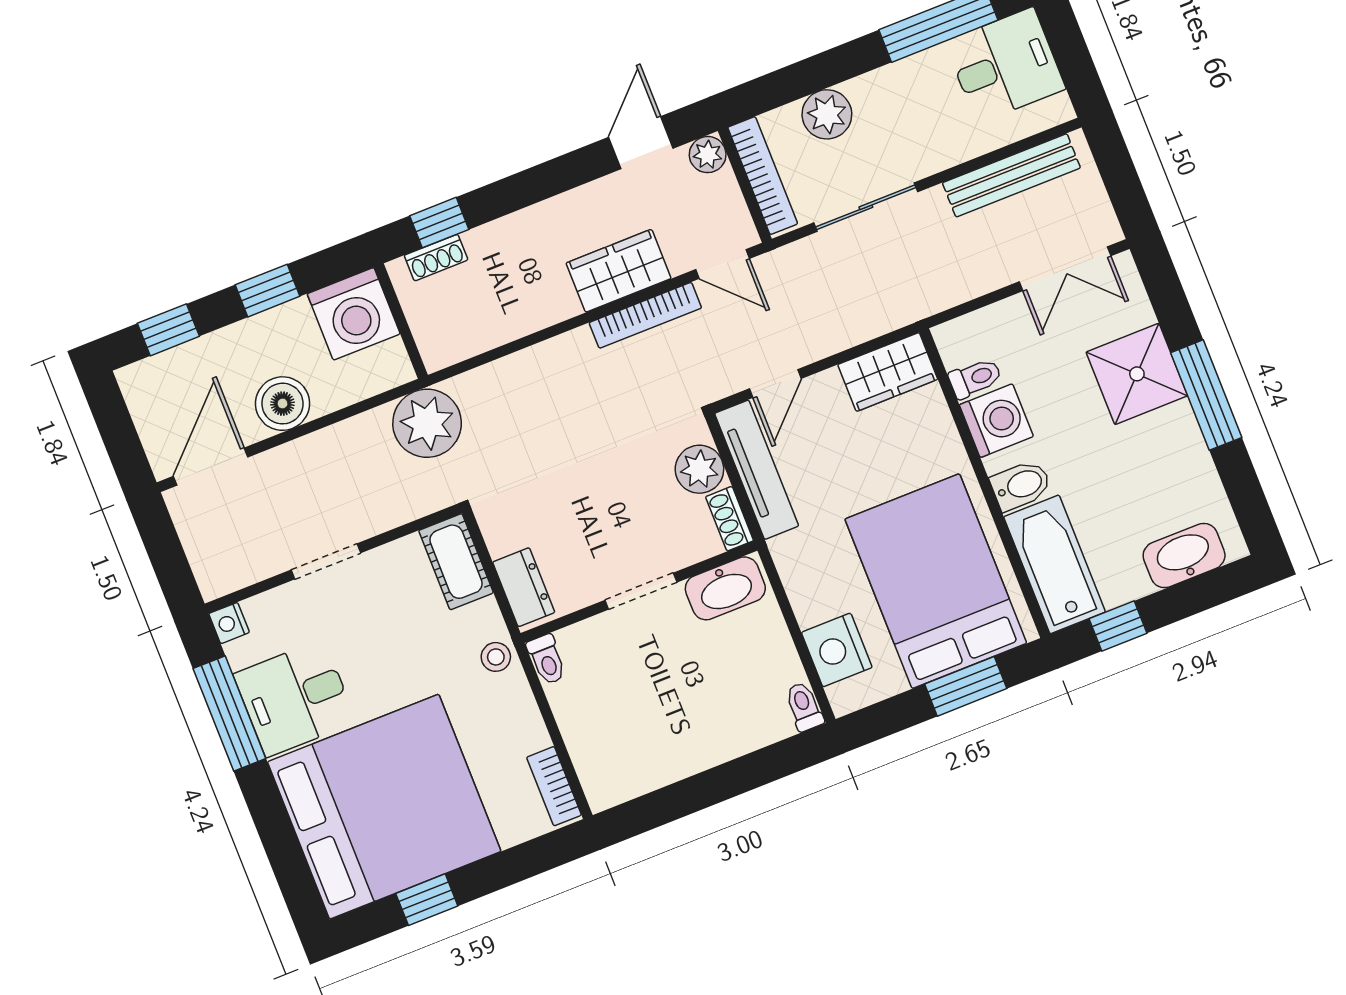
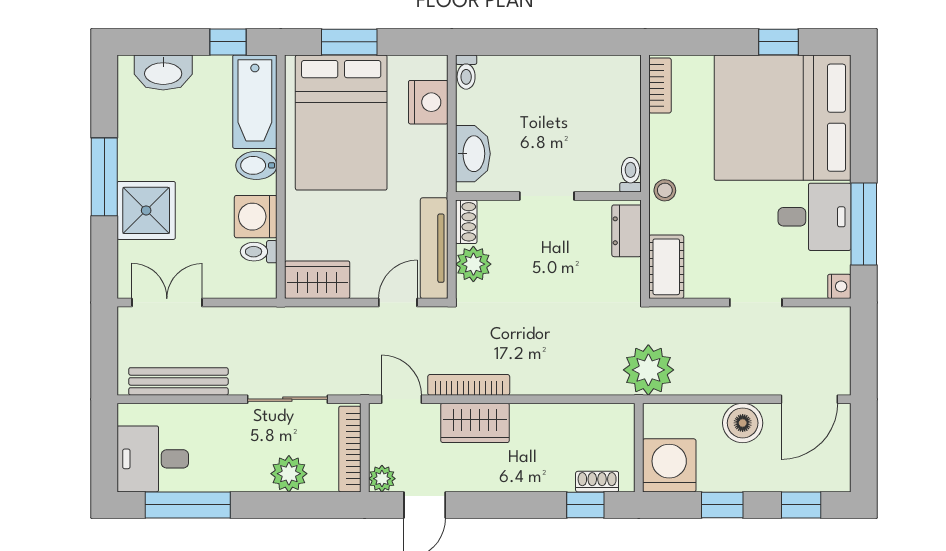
washbasin: (725, 588) -> (473, 154), moved, turned 90

